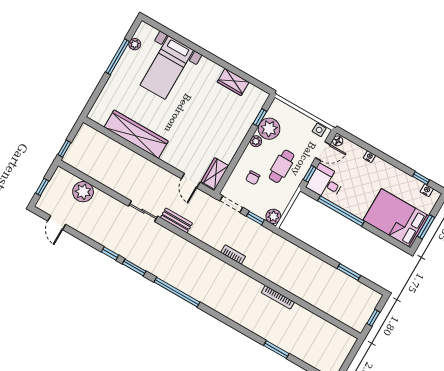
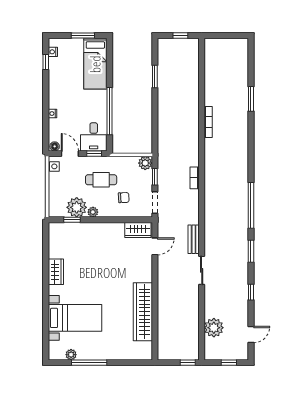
wardrobe: (233, 82) -> (56, 272), moved
bed: (396, 218) -> (95, 64), width x0.67
window: (110, 253) -> (251, 292), moved

